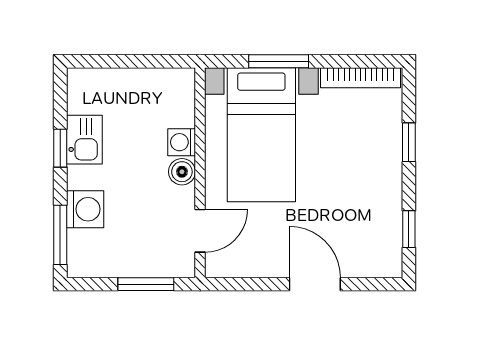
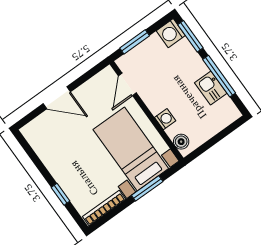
window: (60, 148) -> (219, 76), width x2.17
boiler: (182, 172) -> (181, 142), moved
washing machine: (85, 209) -> (171, 33), moved
window: (409, 229) -> (32, 154), removed

